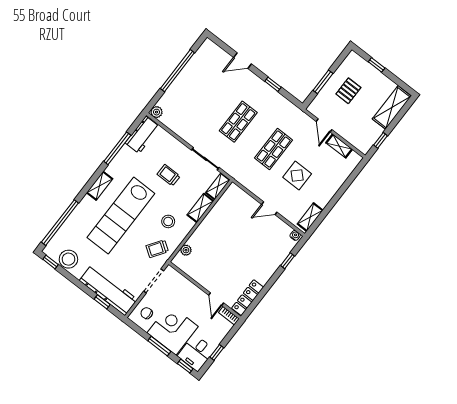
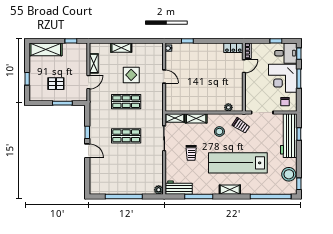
door: (242, 61) -> (87, 151), moved
lab bench: (121, 216) -> (238, 163), turned 180
shelving: (310, 217) -> (121, 48), moved
locker: (248, 298) -> (233, 48), width x0.66

